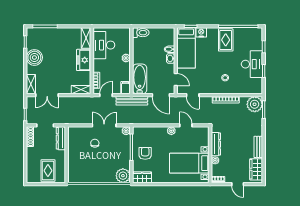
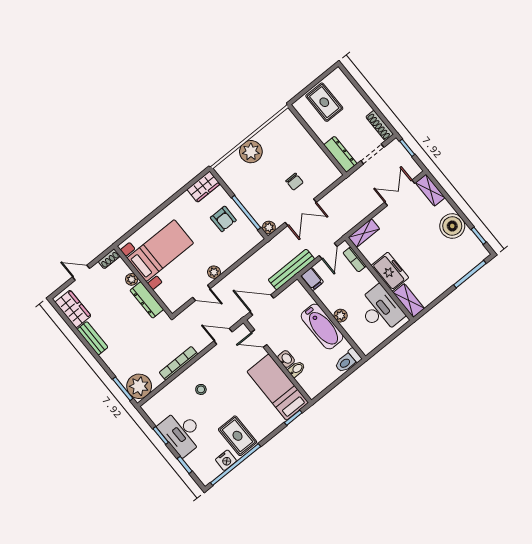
nightstand: (201, 32) -> (226, 460), moved
bathtub: (140, 79) -> (322, 327), moved
plant: (123, 176) -> (251, 152), moved

